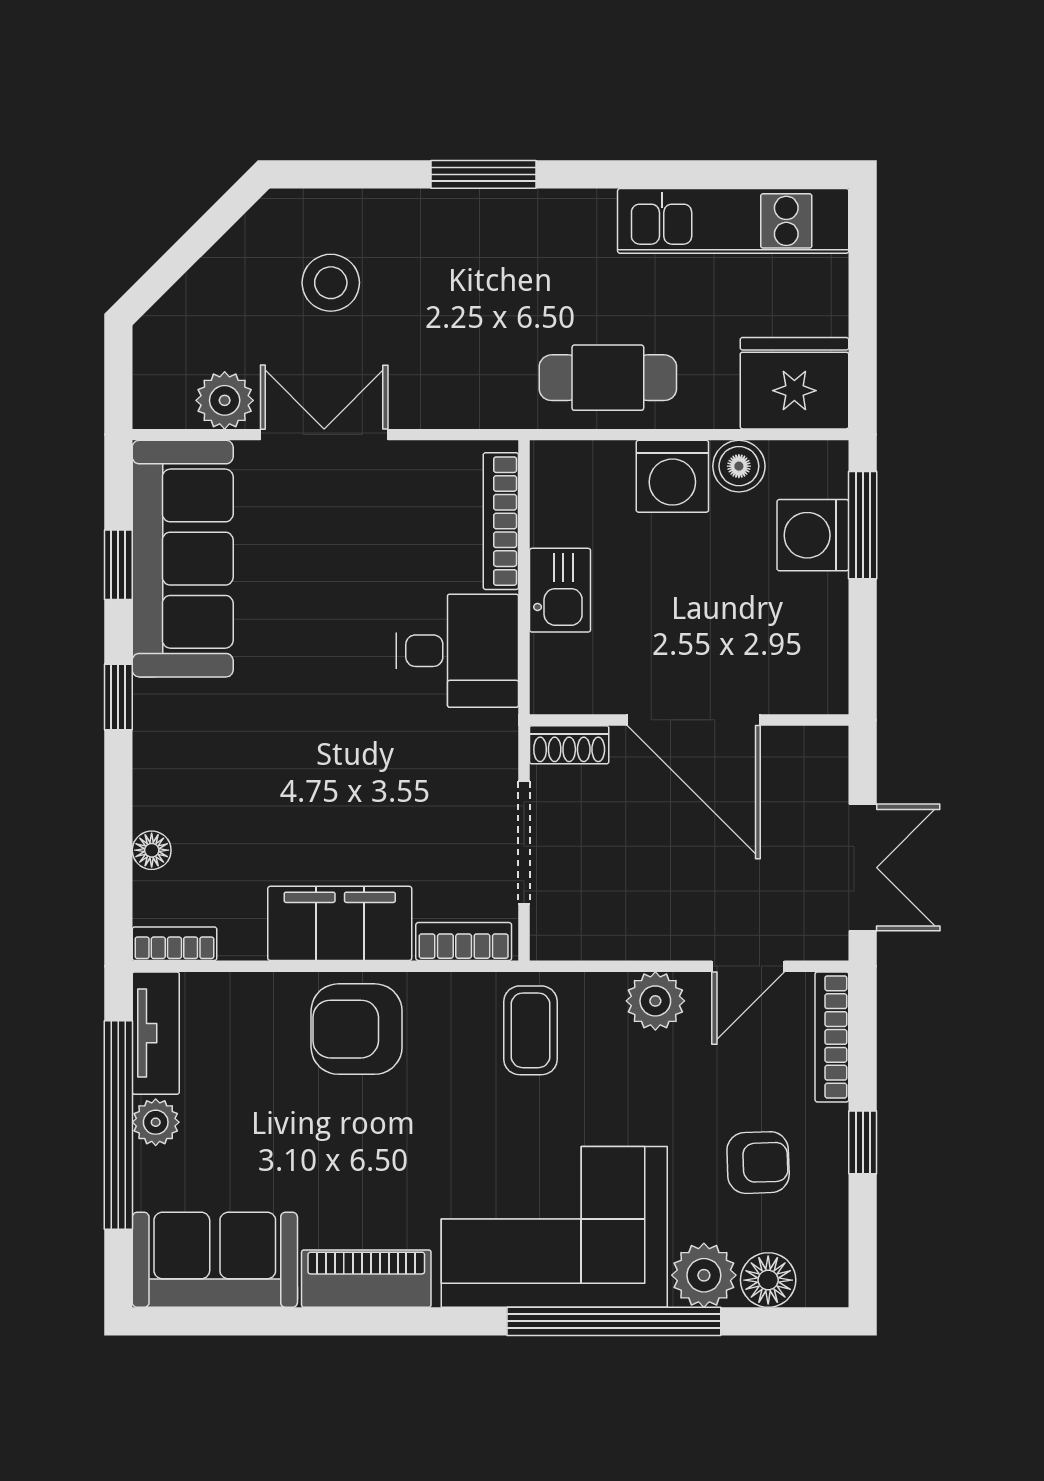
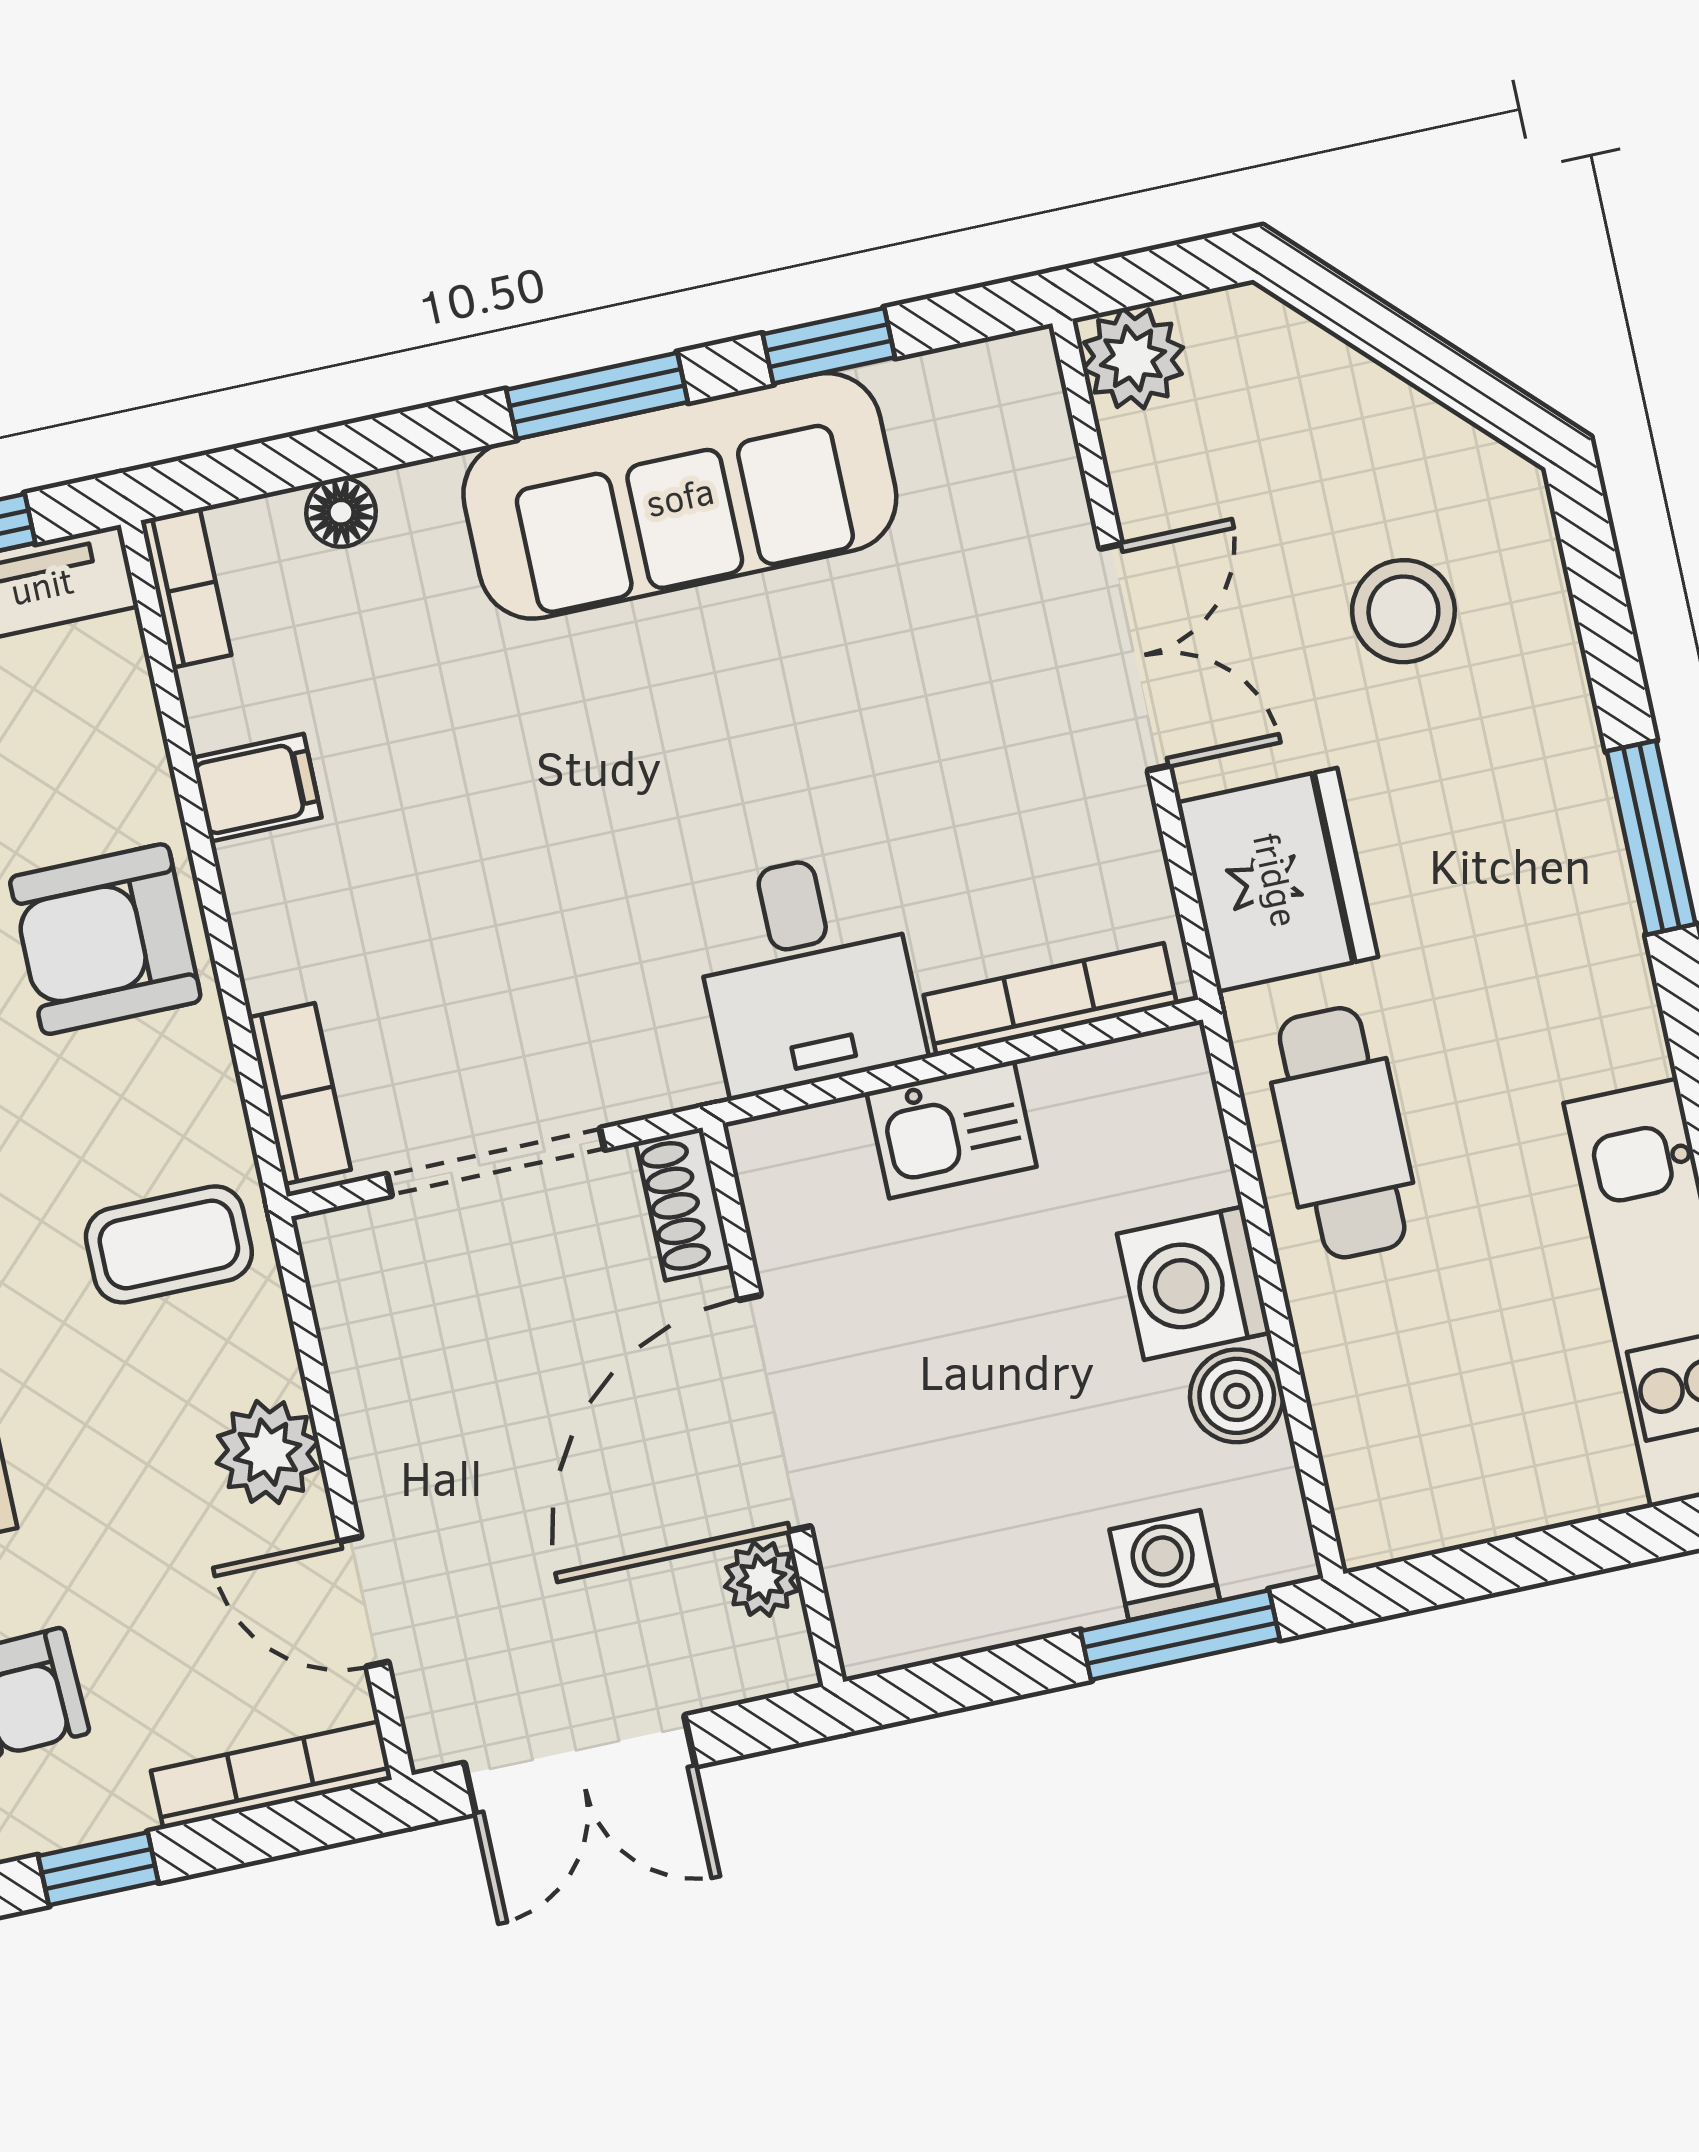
fridge: (794, 383) -> (1277, 880), moved
plant: (225, 400) -> (1133, 358), moved
washing machine: (813, 535) -> (1165, 1565), width x0.73, depth x0.73
sofa: (183, 559) -> (680, 496), moved
window: (118, 697) -> (597, 396), width x1.50
plant: (783, 747) -> (762, 1579), added
filing cabinet: (340, 923) -> (257, 788), width x0.33, depth x0.86
armchair: (357, 1029) -> (105, 939), turned -90

